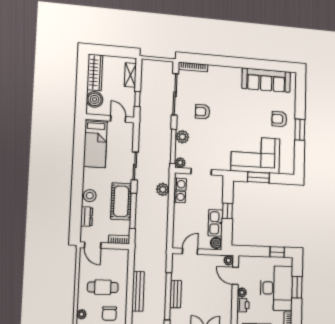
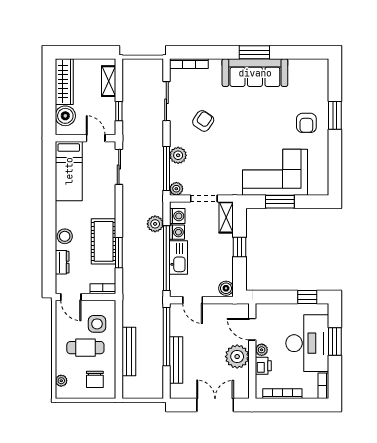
window: (242, 63) -> (254, 52), added
sofa: (266, 80) -> (255, 73), moved
sliding door: (175, 94) -> (166, 101), width x0.73
armchair: (203, 112) -> (203, 121), turned 124
armchair: (279, 119) -> (306, 123), turned -90
window: (300, 130) -> (335, 115), moved
sliding door: (135, 166) -> (119, 167), moved
shelving: (218, 187) -> (226, 217), added
window: (133, 211) -> (119, 253), width x0.69
window: (171, 217) -> (166, 258), added
kitchen sink: (215, 223) -> (179, 258), moved, turned 180
door: (190, 251) -> (193, 300), swing flipped
plant: (228, 260) -> (237, 357), moved, width x1.87, depth x1.87
side table: (113, 268) -> (97, 324), added
bench: (176, 294) -> (176, 360), width x1.36
window: (168, 296) -> (166, 337), moved

